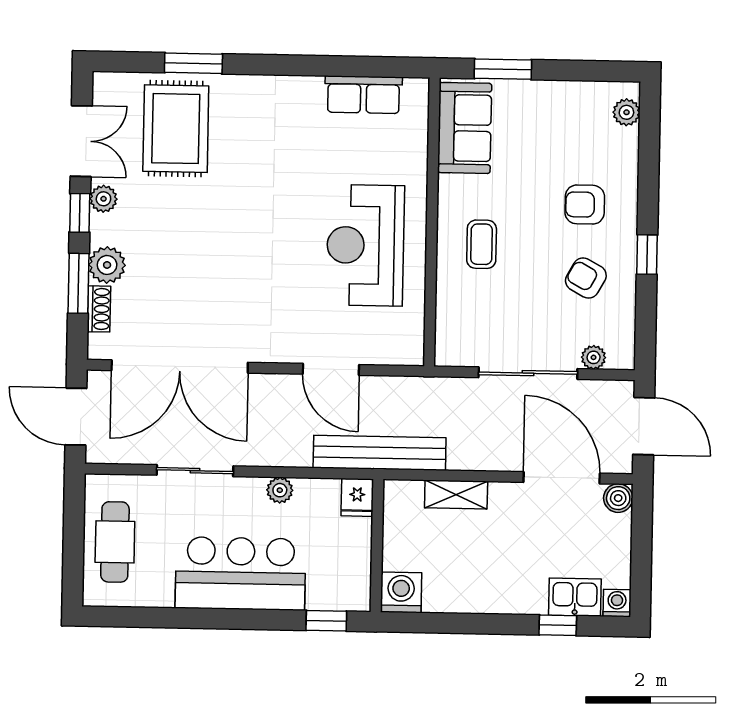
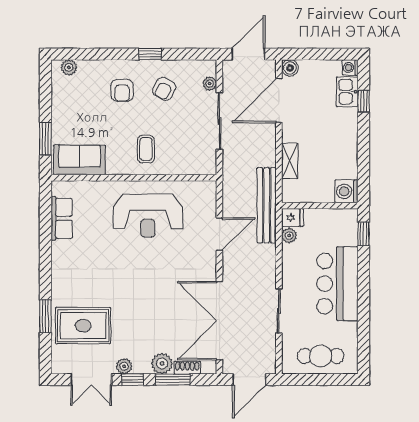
double door: (81, 141) -> (91, 380), swing flipped
coffee table: (482, 244) -> (146, 149), turned 90
double door: (180, 366) -> (219, 321), swing flipped
plant: (280, 490) -> (289, 236), moved

